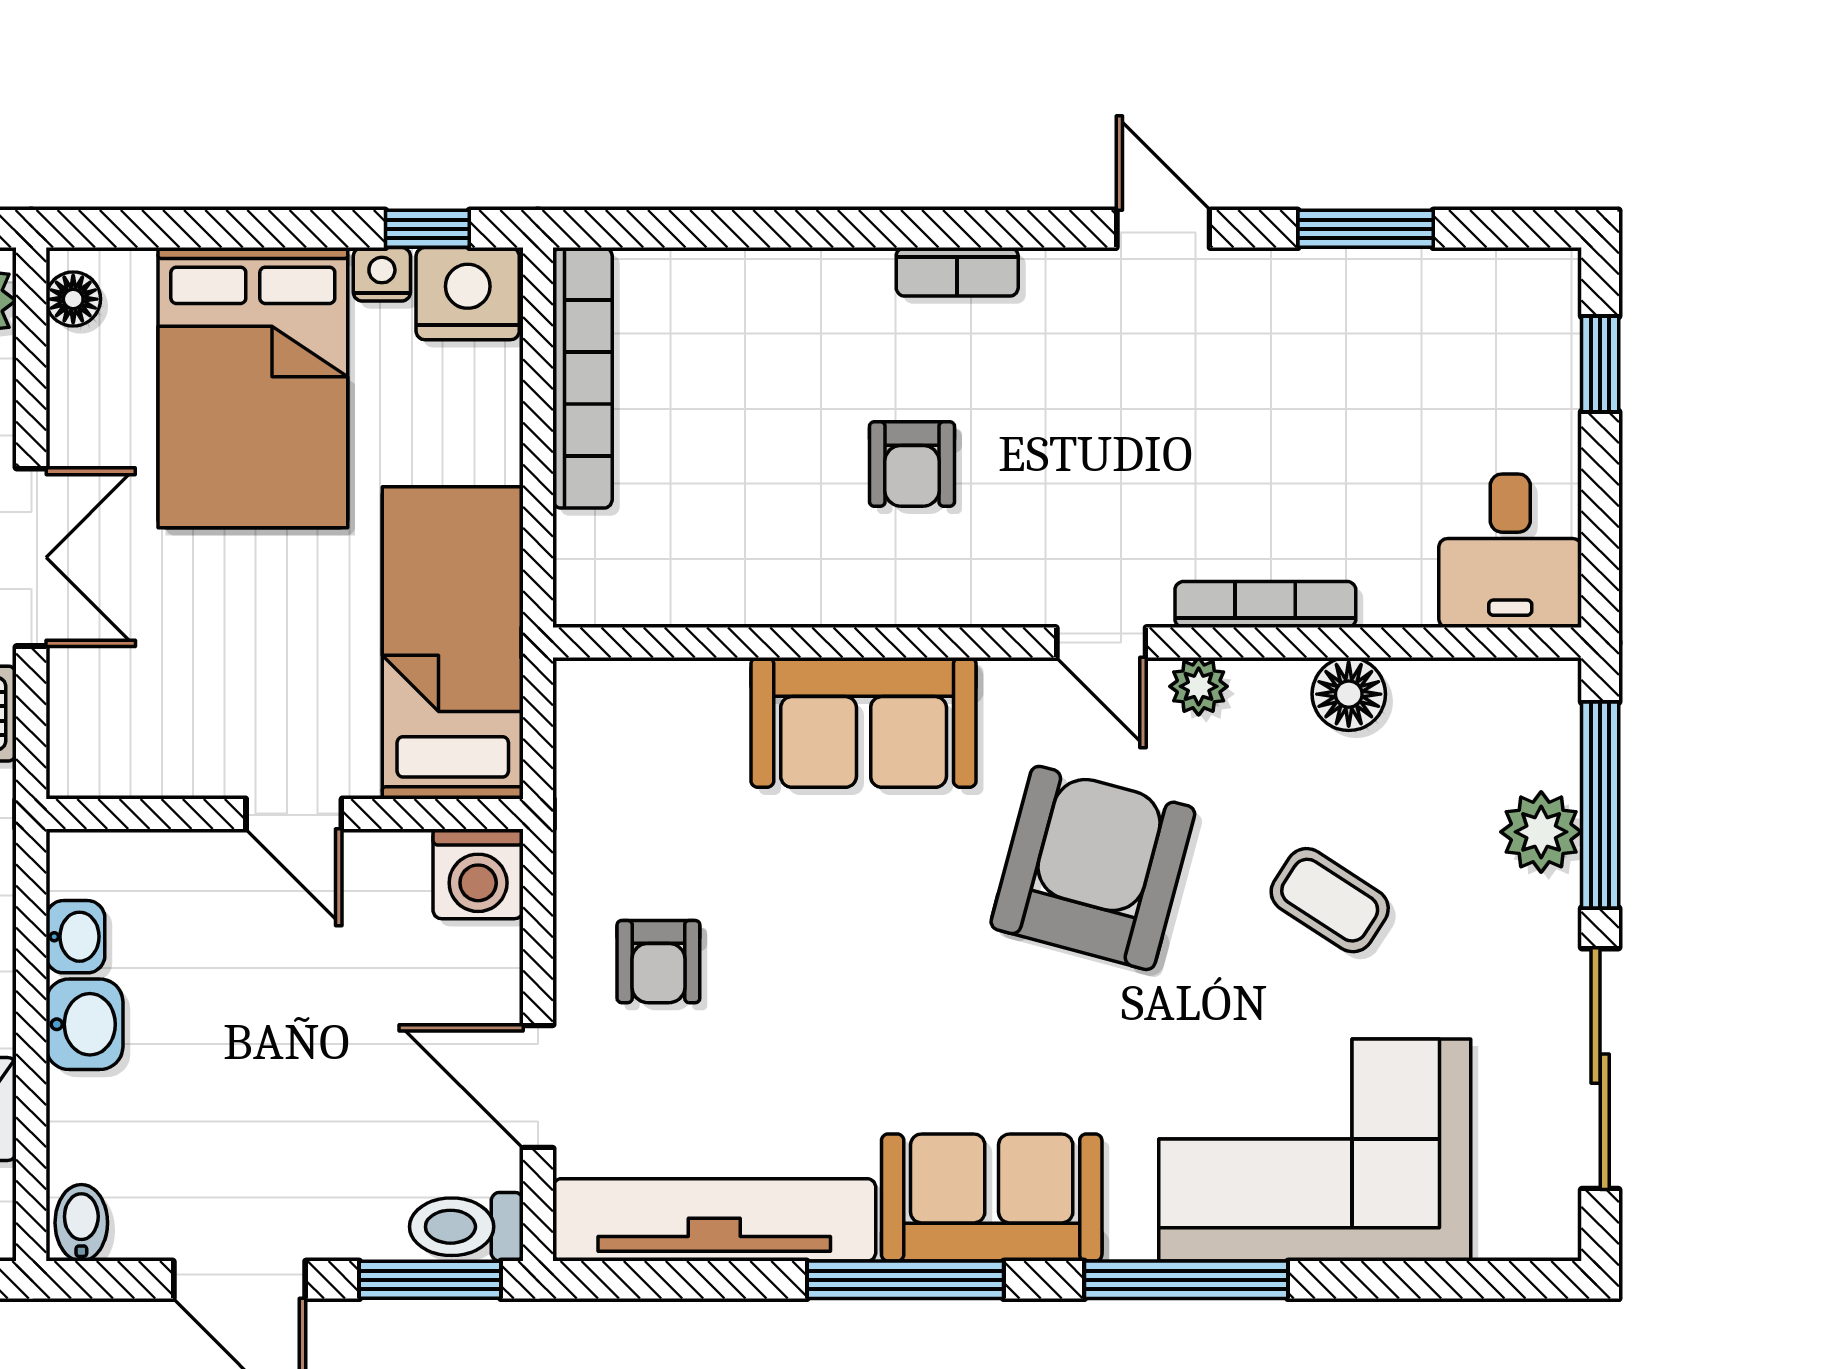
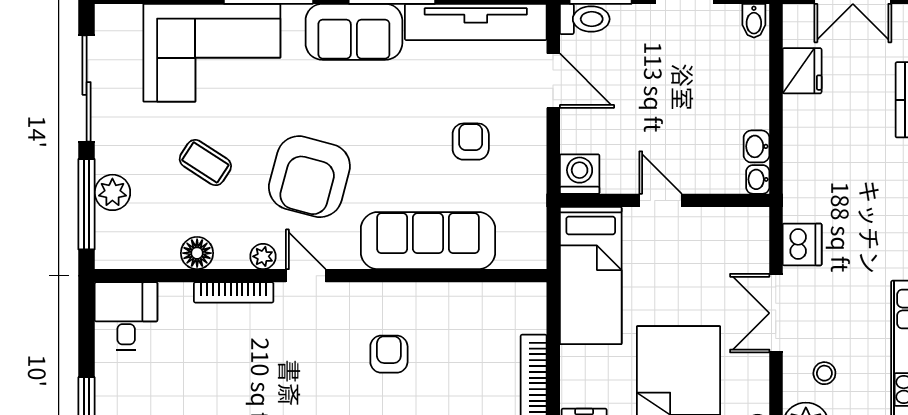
sofa: (864, 722) -> (428, 241), width x1.36
armchair: (658, 962) -> (471, 142), moved
washbasin: (84, 1024) -> (758, 179), moved, width x0.72, depth x0.69

